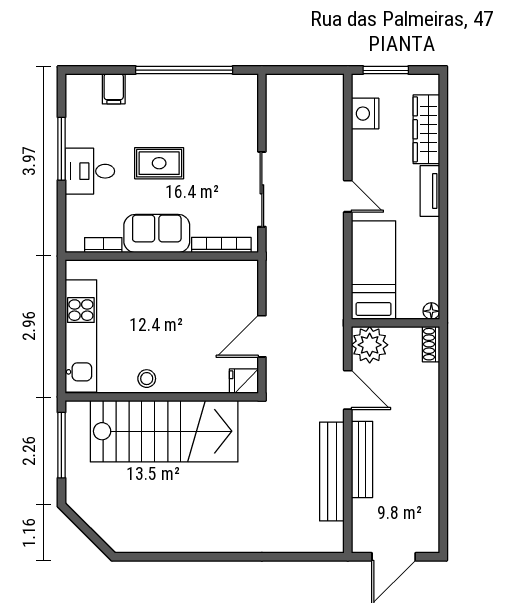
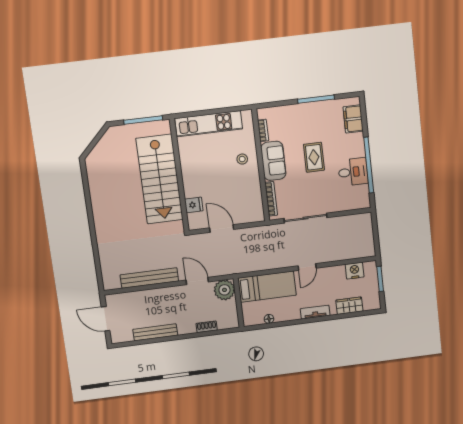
filing cabinet: (114, 89) -> (353, 119), width x2.00
wardrobe: (426, 129) -> (349, 306), width x0.67
desk: (90, 171) -> (353, 172), moved, turned 90
floor lamp: (431, 311) -> (269, 319), moved
shoe rack: (431, 344) -> (207, 327), moved
stool: (147, 379) -> (242, 159), moved
fridge: (244, 381) -> (194, 205), moved, turned 90
door: (348, 390) -> (197, 281), swing flipped
bench: (362, 459) -> (155, 332), moved

